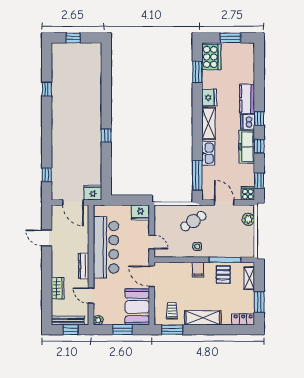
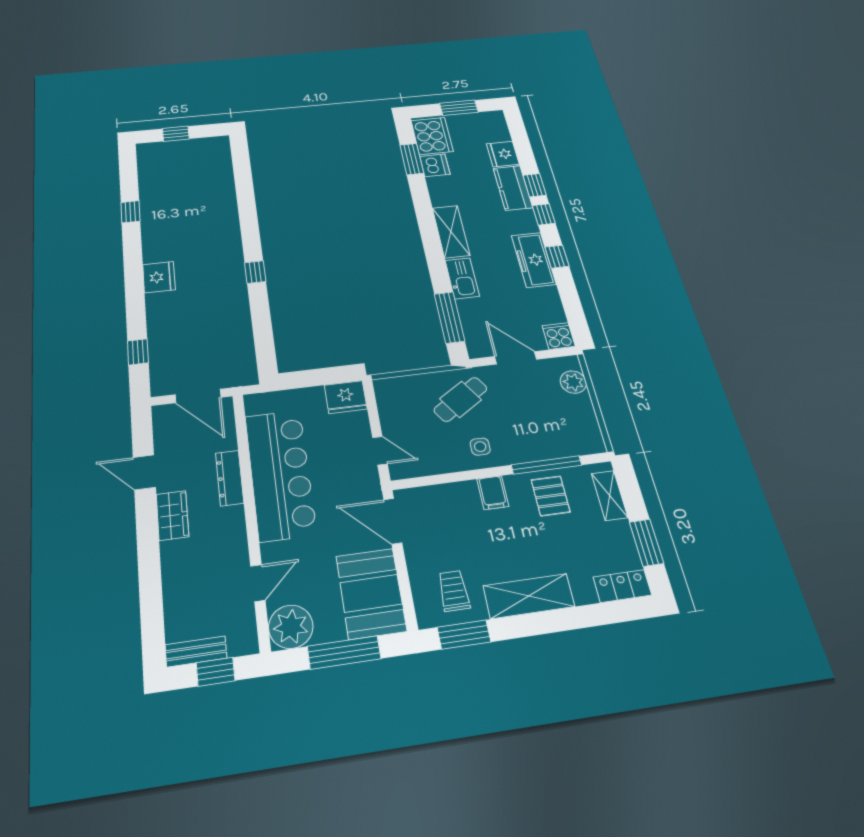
fridge: (209, 98) -> (503, 154), moved, turned 180
dishwasher: (248, 122) -> (435, 165), moved, turned 180
window: (259, 181) -> (535, 185), moved
fridge: (93, 193) -> (159, 277), moved, turned 90
dresser: (84, 266) -> (230, 478), moved
wardrobe: (58, 288) -> (172, 515), moved
door: (91, 296) -> (258, 583), swing flipped
bench: (68, 320) -> (196, 651), width x0.73
plant: (98, 320) -> (291, 627), width x1.87, depth x1.87
window: (123, 330) -> (344, 652), width x1.44

